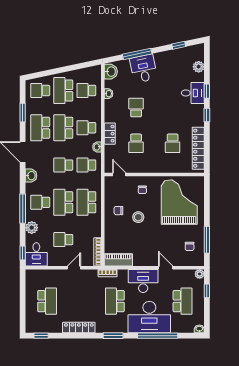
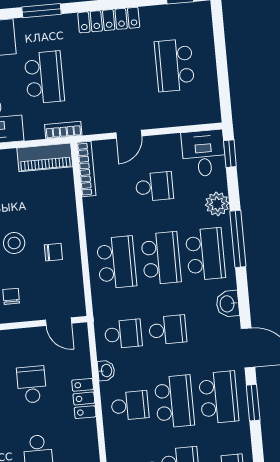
window: (23, 113) -> (253, 403), moved
school desk: (40, 202) -> (205, 254), width x1.85

